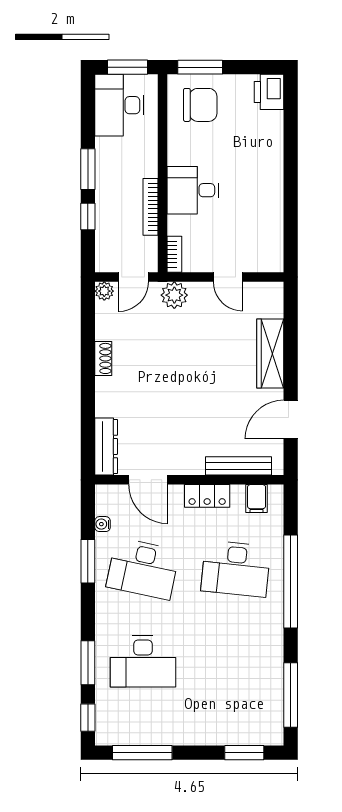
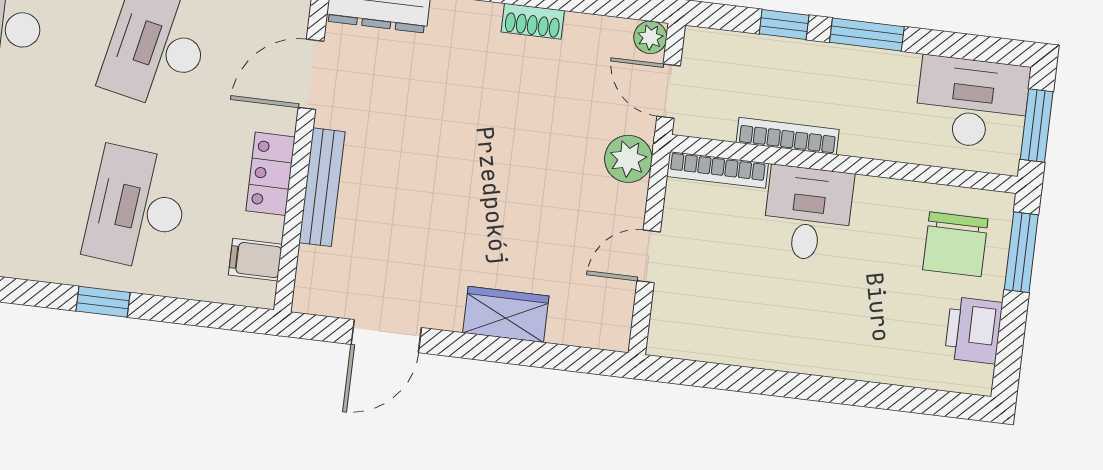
printer: (269, 92) -> (973, 330), moved, turned -90
bookcase: (174, 254) -> (717, 170), width x1.56
wardrobe: (270, 354) -> (506, 314), width x0.67
door: (291, 420) -> (386, 336), swing flipped
bench: (239, 466) -> (322, 187), moved
window: (291, 582) -> (103, 302), width x0.32

